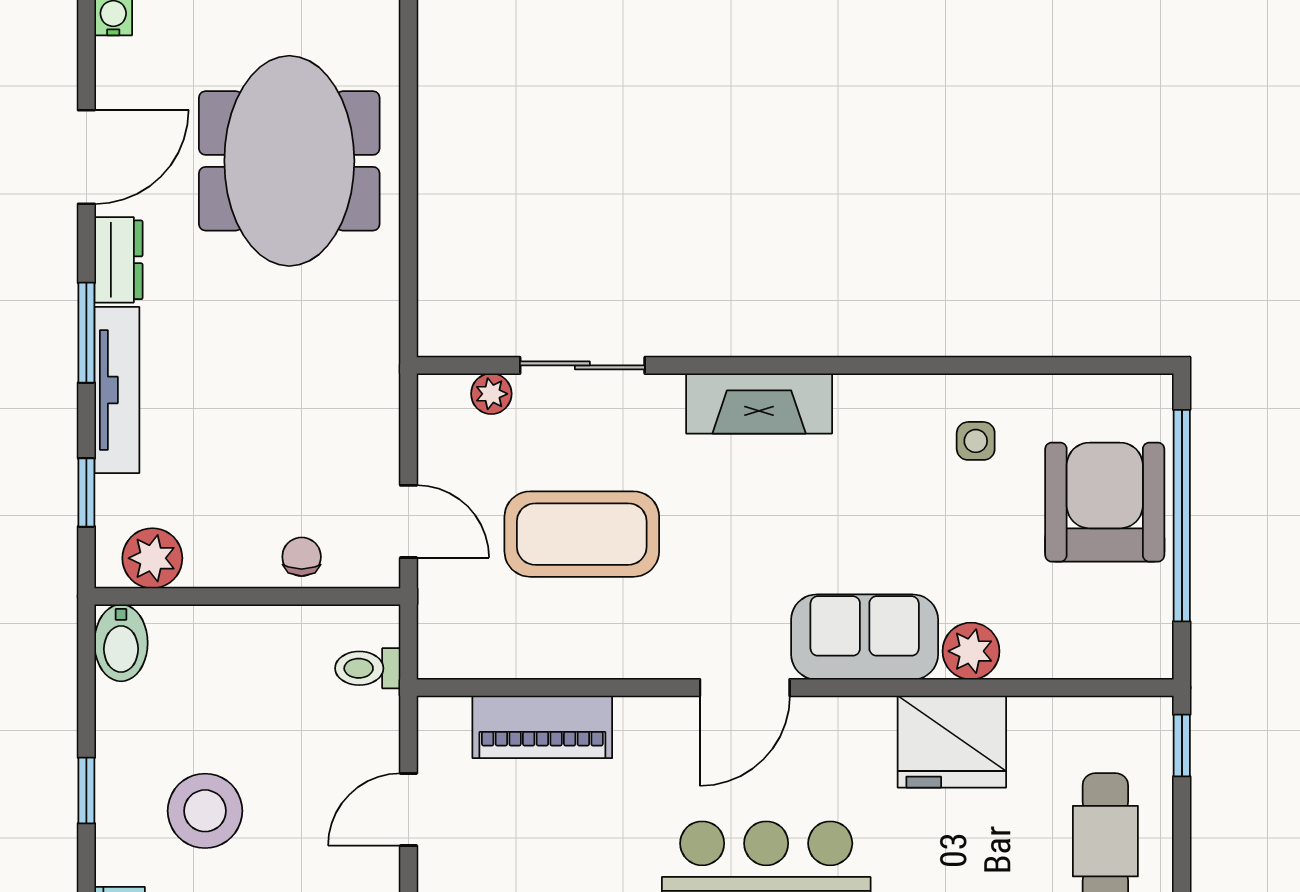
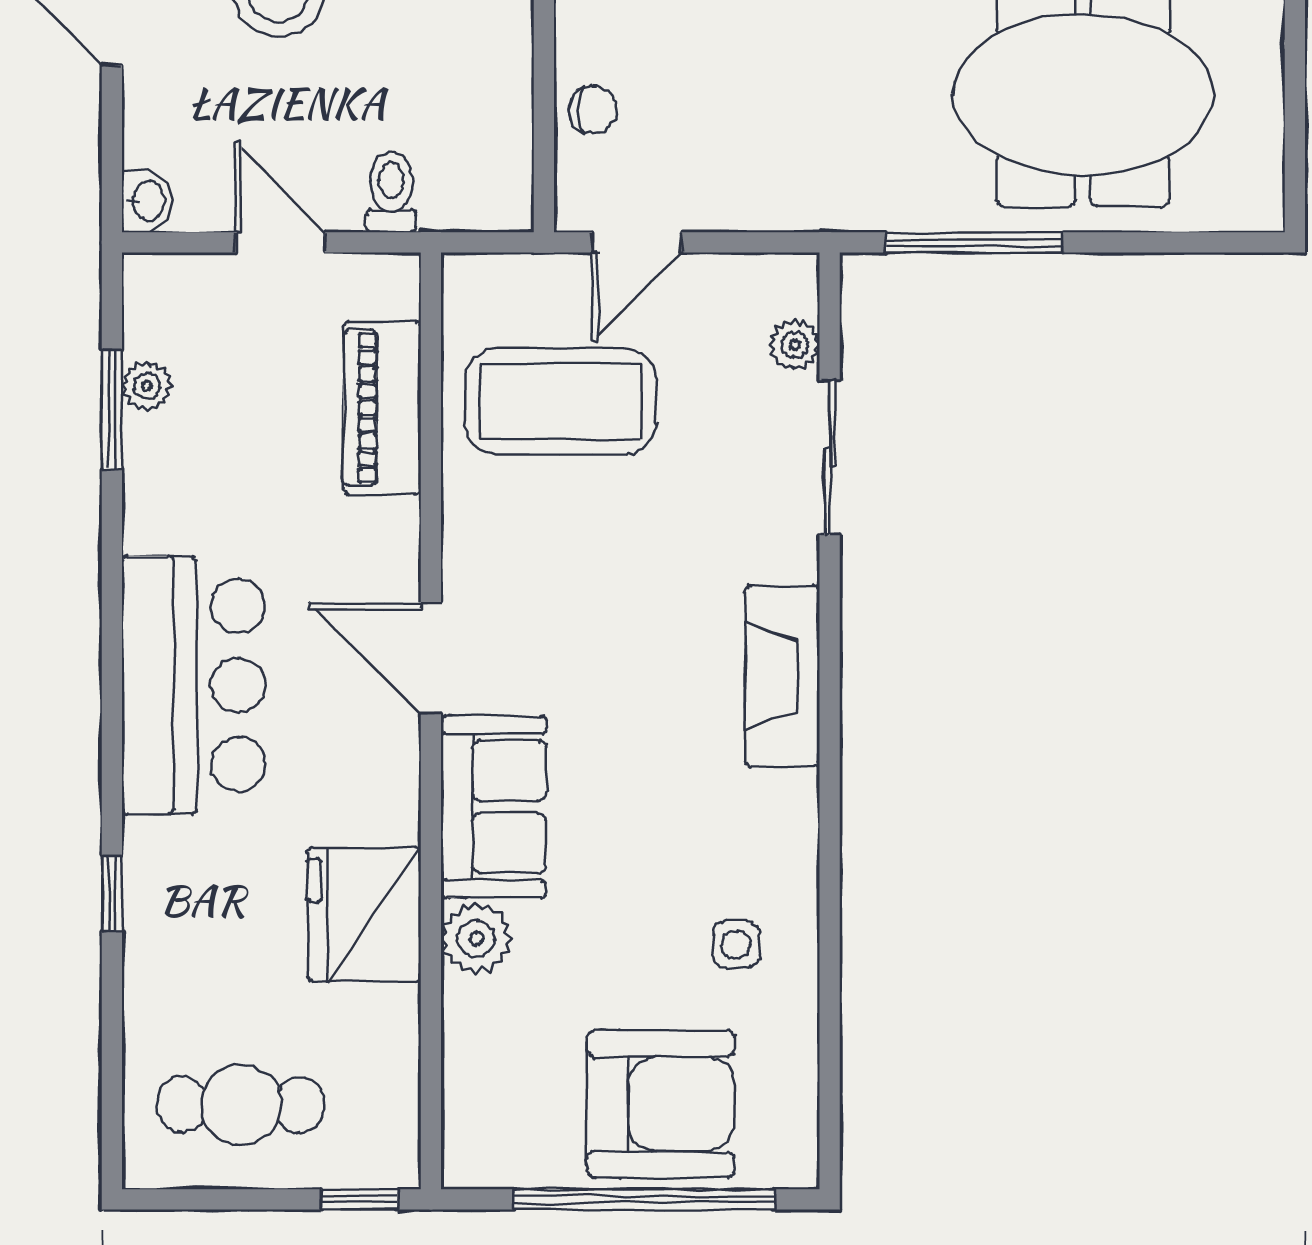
window: (409, 248) -> (975, 242), added
coffee table: (582, 534) -> (560, 401), moved, turned 90
toilet: (368, 668) -> (391, 192), moved

